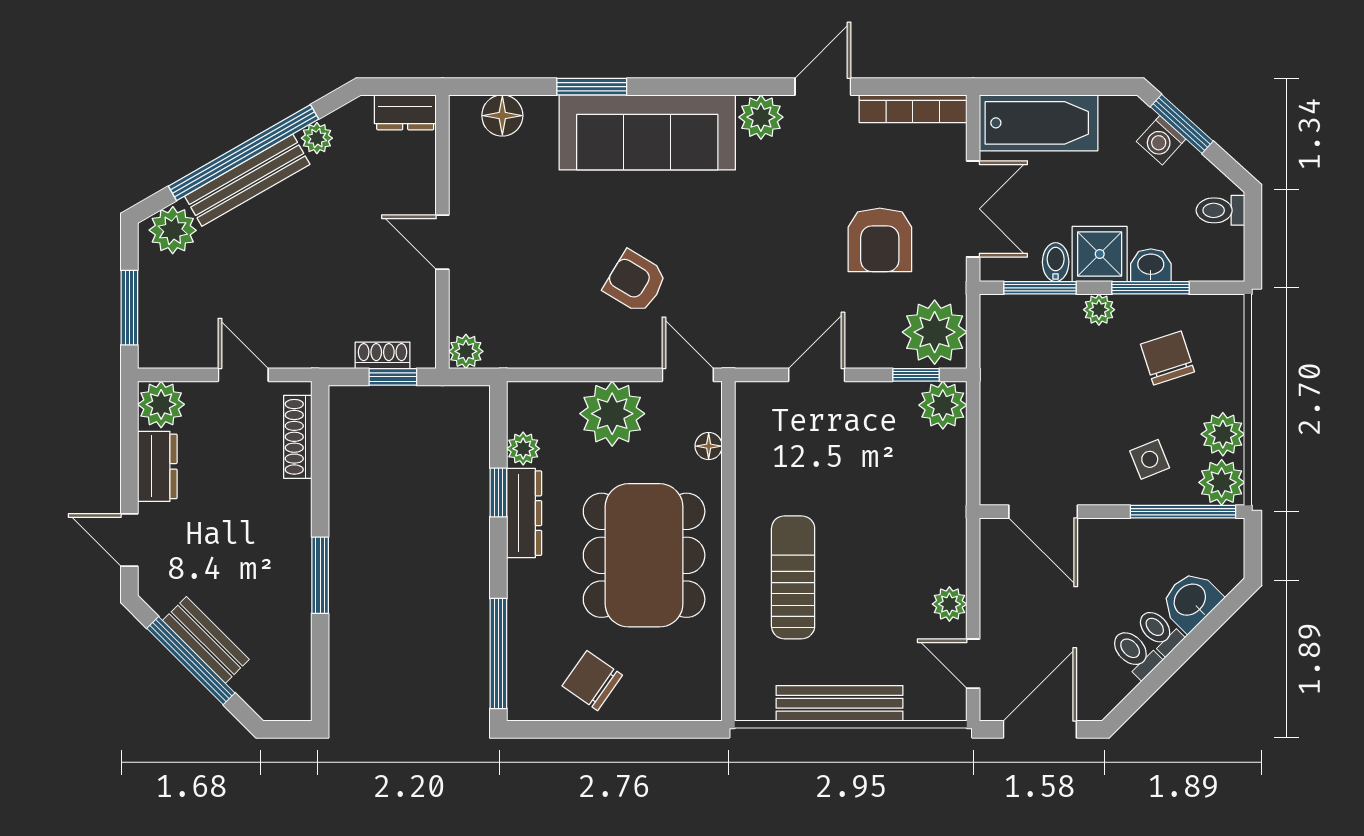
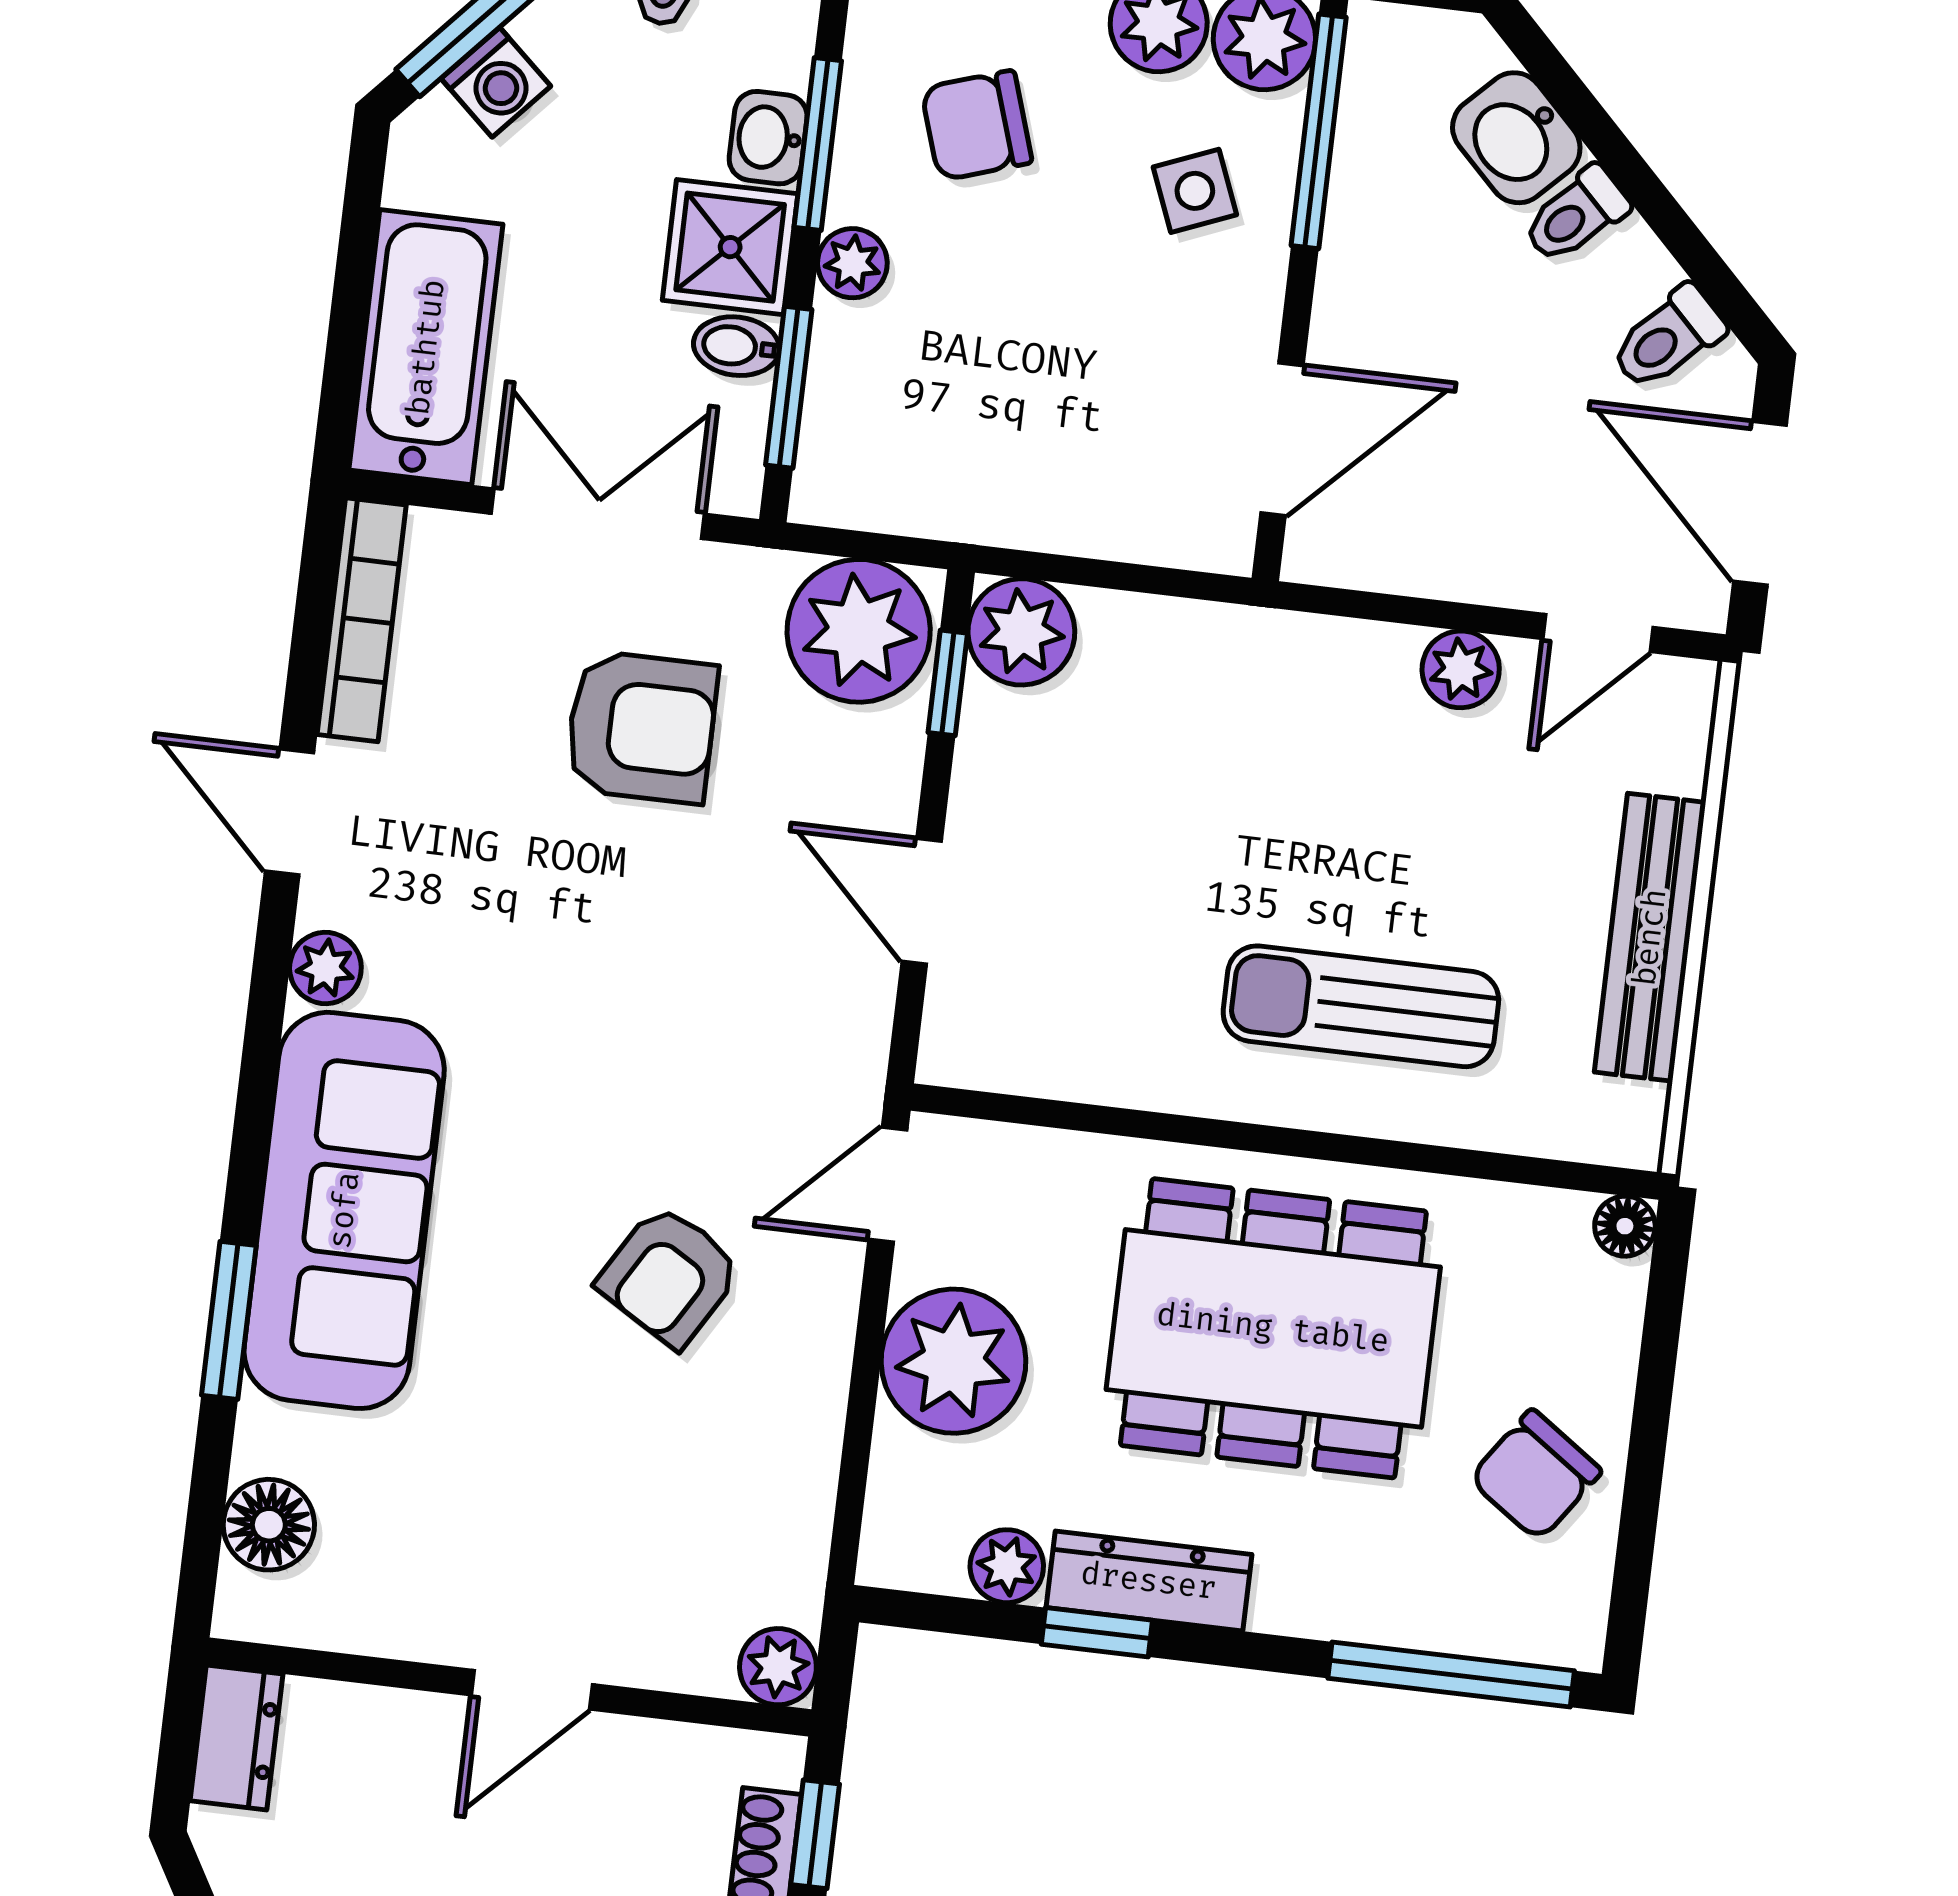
plant: (761, 117) -> (325, 968), width x0.73, depth x0.73
floor lamp: (709, 446) -> (1625, 1226), moved
toilet: (1135, 653) -> (1668, 338), moved

